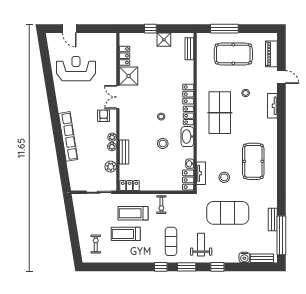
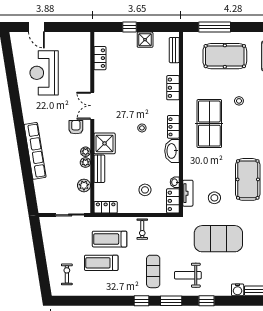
reception desk: (76, 69) -> (44, 73), turned -90
shower: (129, 76) -> (105, 143), moved
locker: (188, 94) -> (173, 88), moved
stool: (163, 144) -> (145, 190), moved
weight bench: (201, 245) -> (188, 275), turned -90

